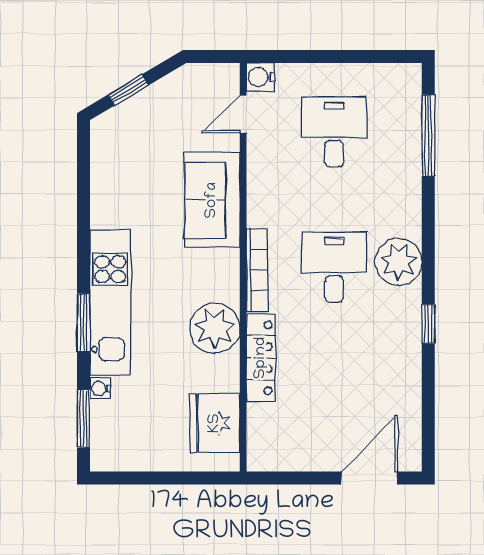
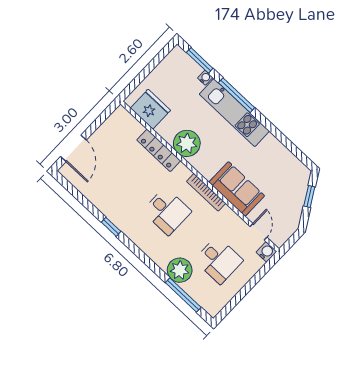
plant: (399, 262) -> (180, 270), moved
bookcase: (257, 270) -> (206, 192), moved
window: (83, 322) -> (237, 95), width x1.44

